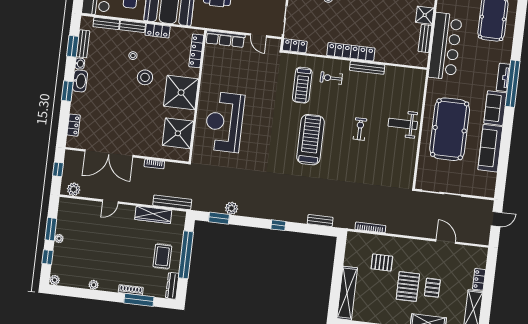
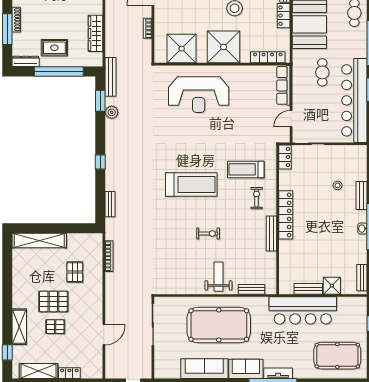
bench: (419, 93) -> (252, 289), added
reception desk: (224, 122) -> (199, 95), turned 180
bench: (172, 202) -> (111, 77), moved

